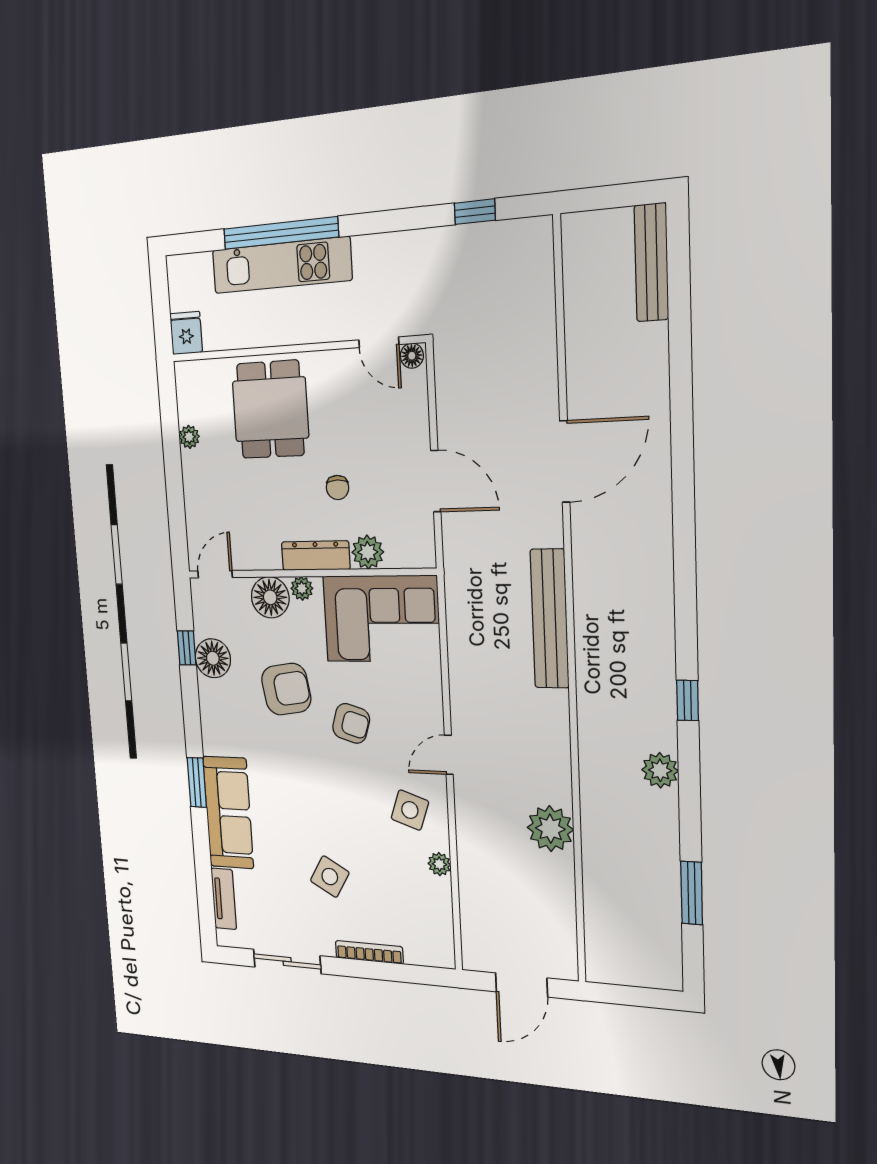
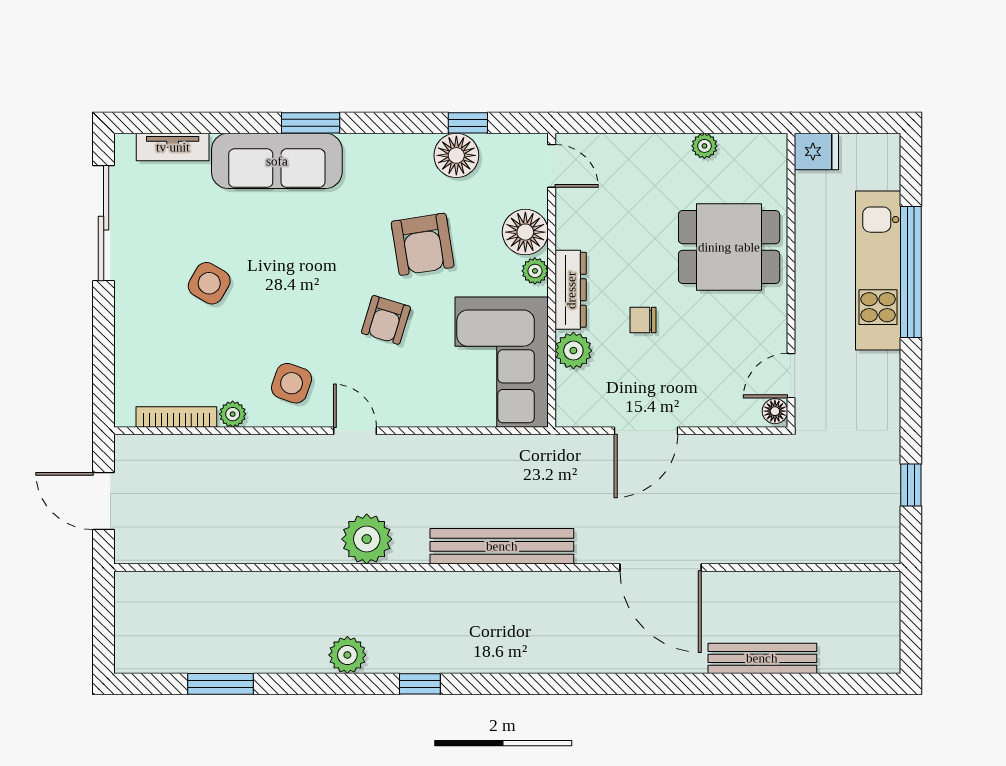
bench: (651, 262) -> (762, 658), moved
plant: (550, 829) -> (367, 539), moved
bookcase: (369, 952) -> (176, 417), moved, turned -90
sliding door: (287, 961) -> (104, 223), width x1.37

